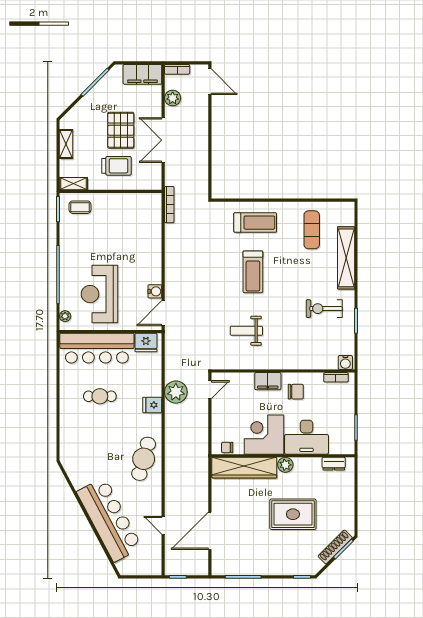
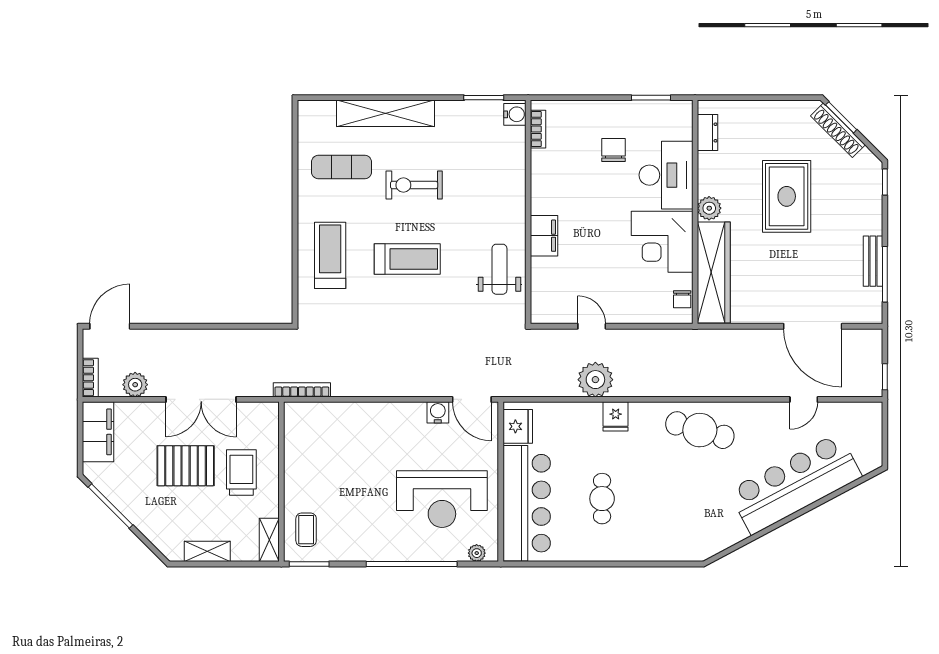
exercise bike: (324, 309) -> (414, 185), moved, turned 90
weight bench: (246, 331) -> (499, 269), turned 180
water cooler: (345, 363) -> (515, 114), moved
wall: (283, 371) -> (528, 212), moved
bookcase: (336, 377) -> (538, 129), moved
filing cabinet: (268, 381) -> (544, 236), moved
chair: (296, 392) -> (613, 150), moved
bench: (252, 569) -> (873, 261), added

